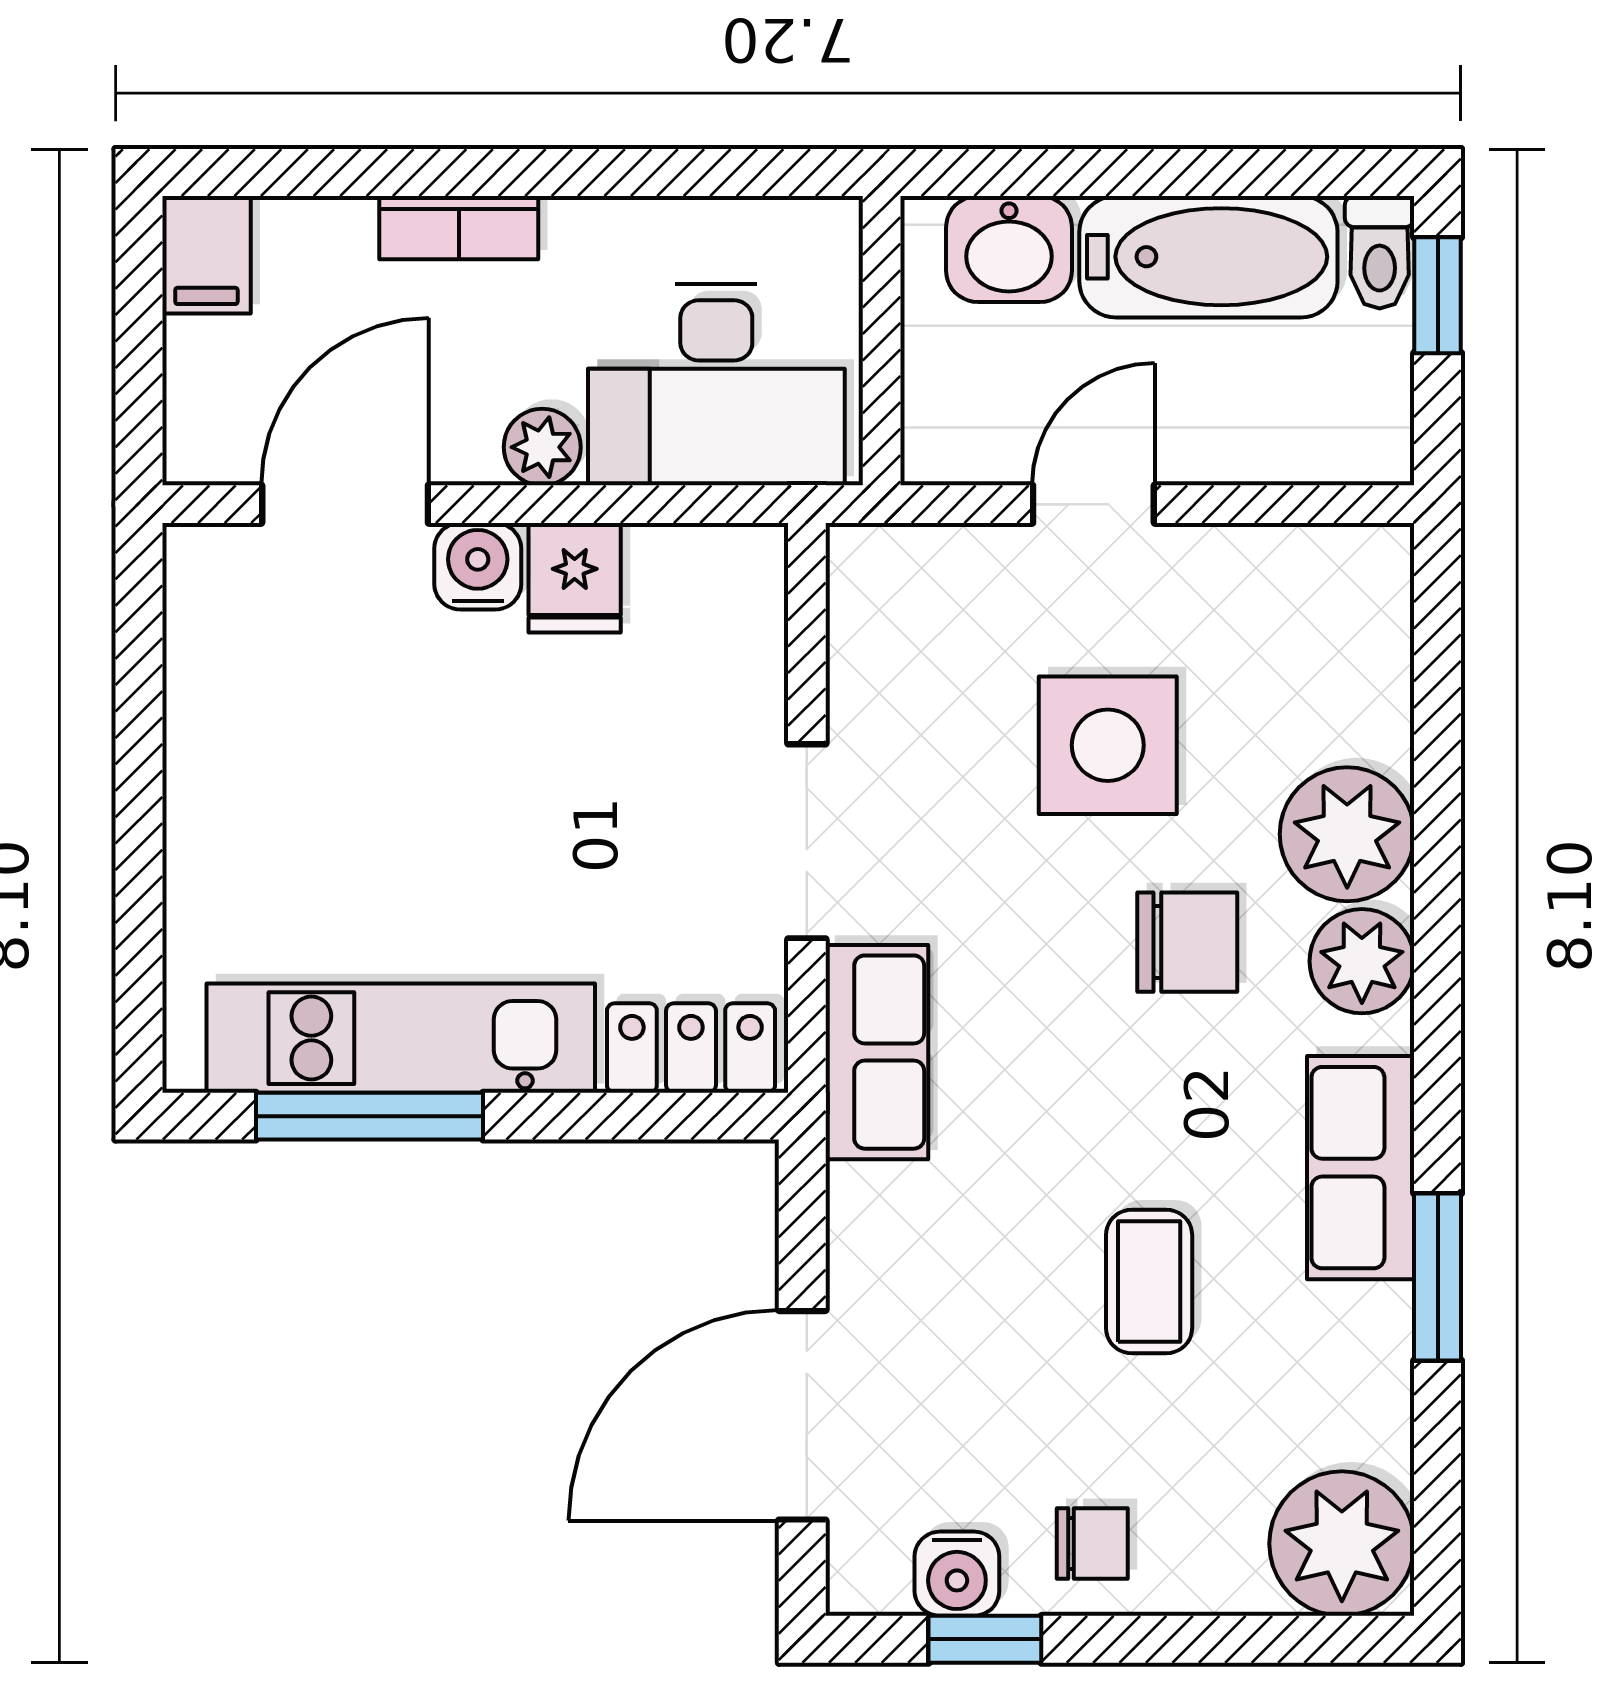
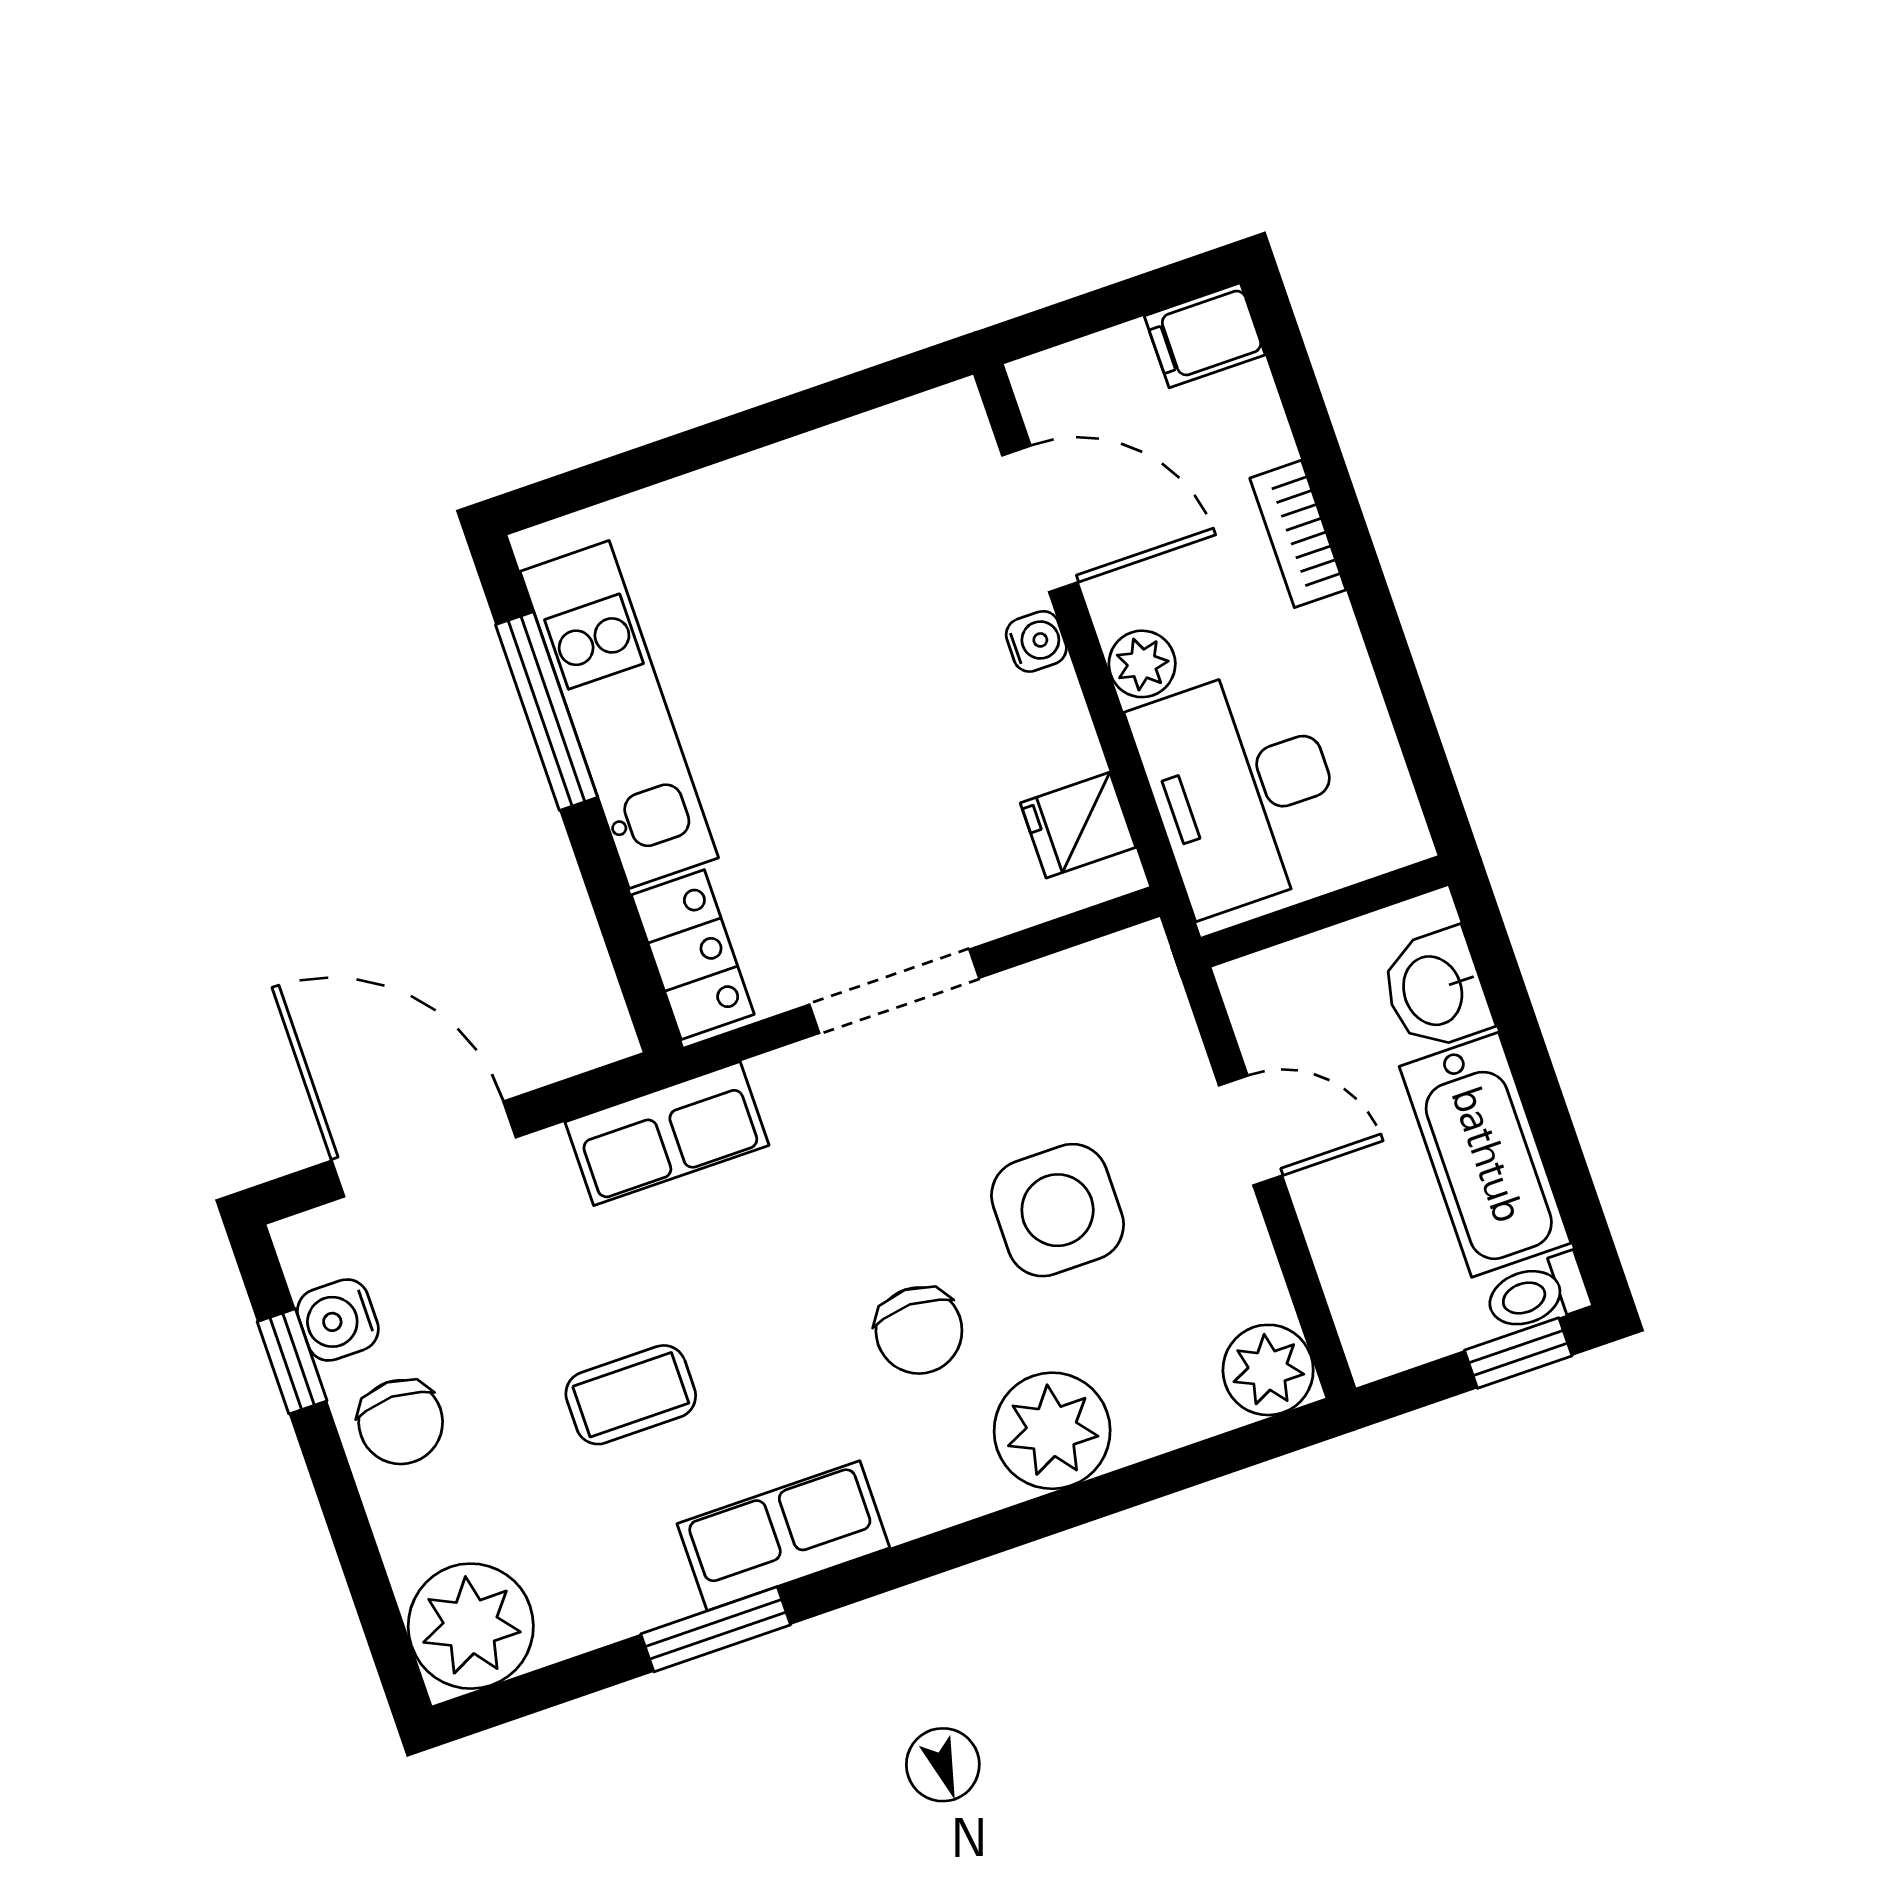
water cooler: (478, 566) -> (1036, 641), width x0.72, depth x0.72
fridge: (575, 578) -> (1078, 825), moved
plant: (1362, 961) -> (1268, 1370), moved
row of seats: (877, 1052) -> (667, 1134), moved
chair: (1092, 1543) -> (401, 1422), width x1.37, depth x1.37

